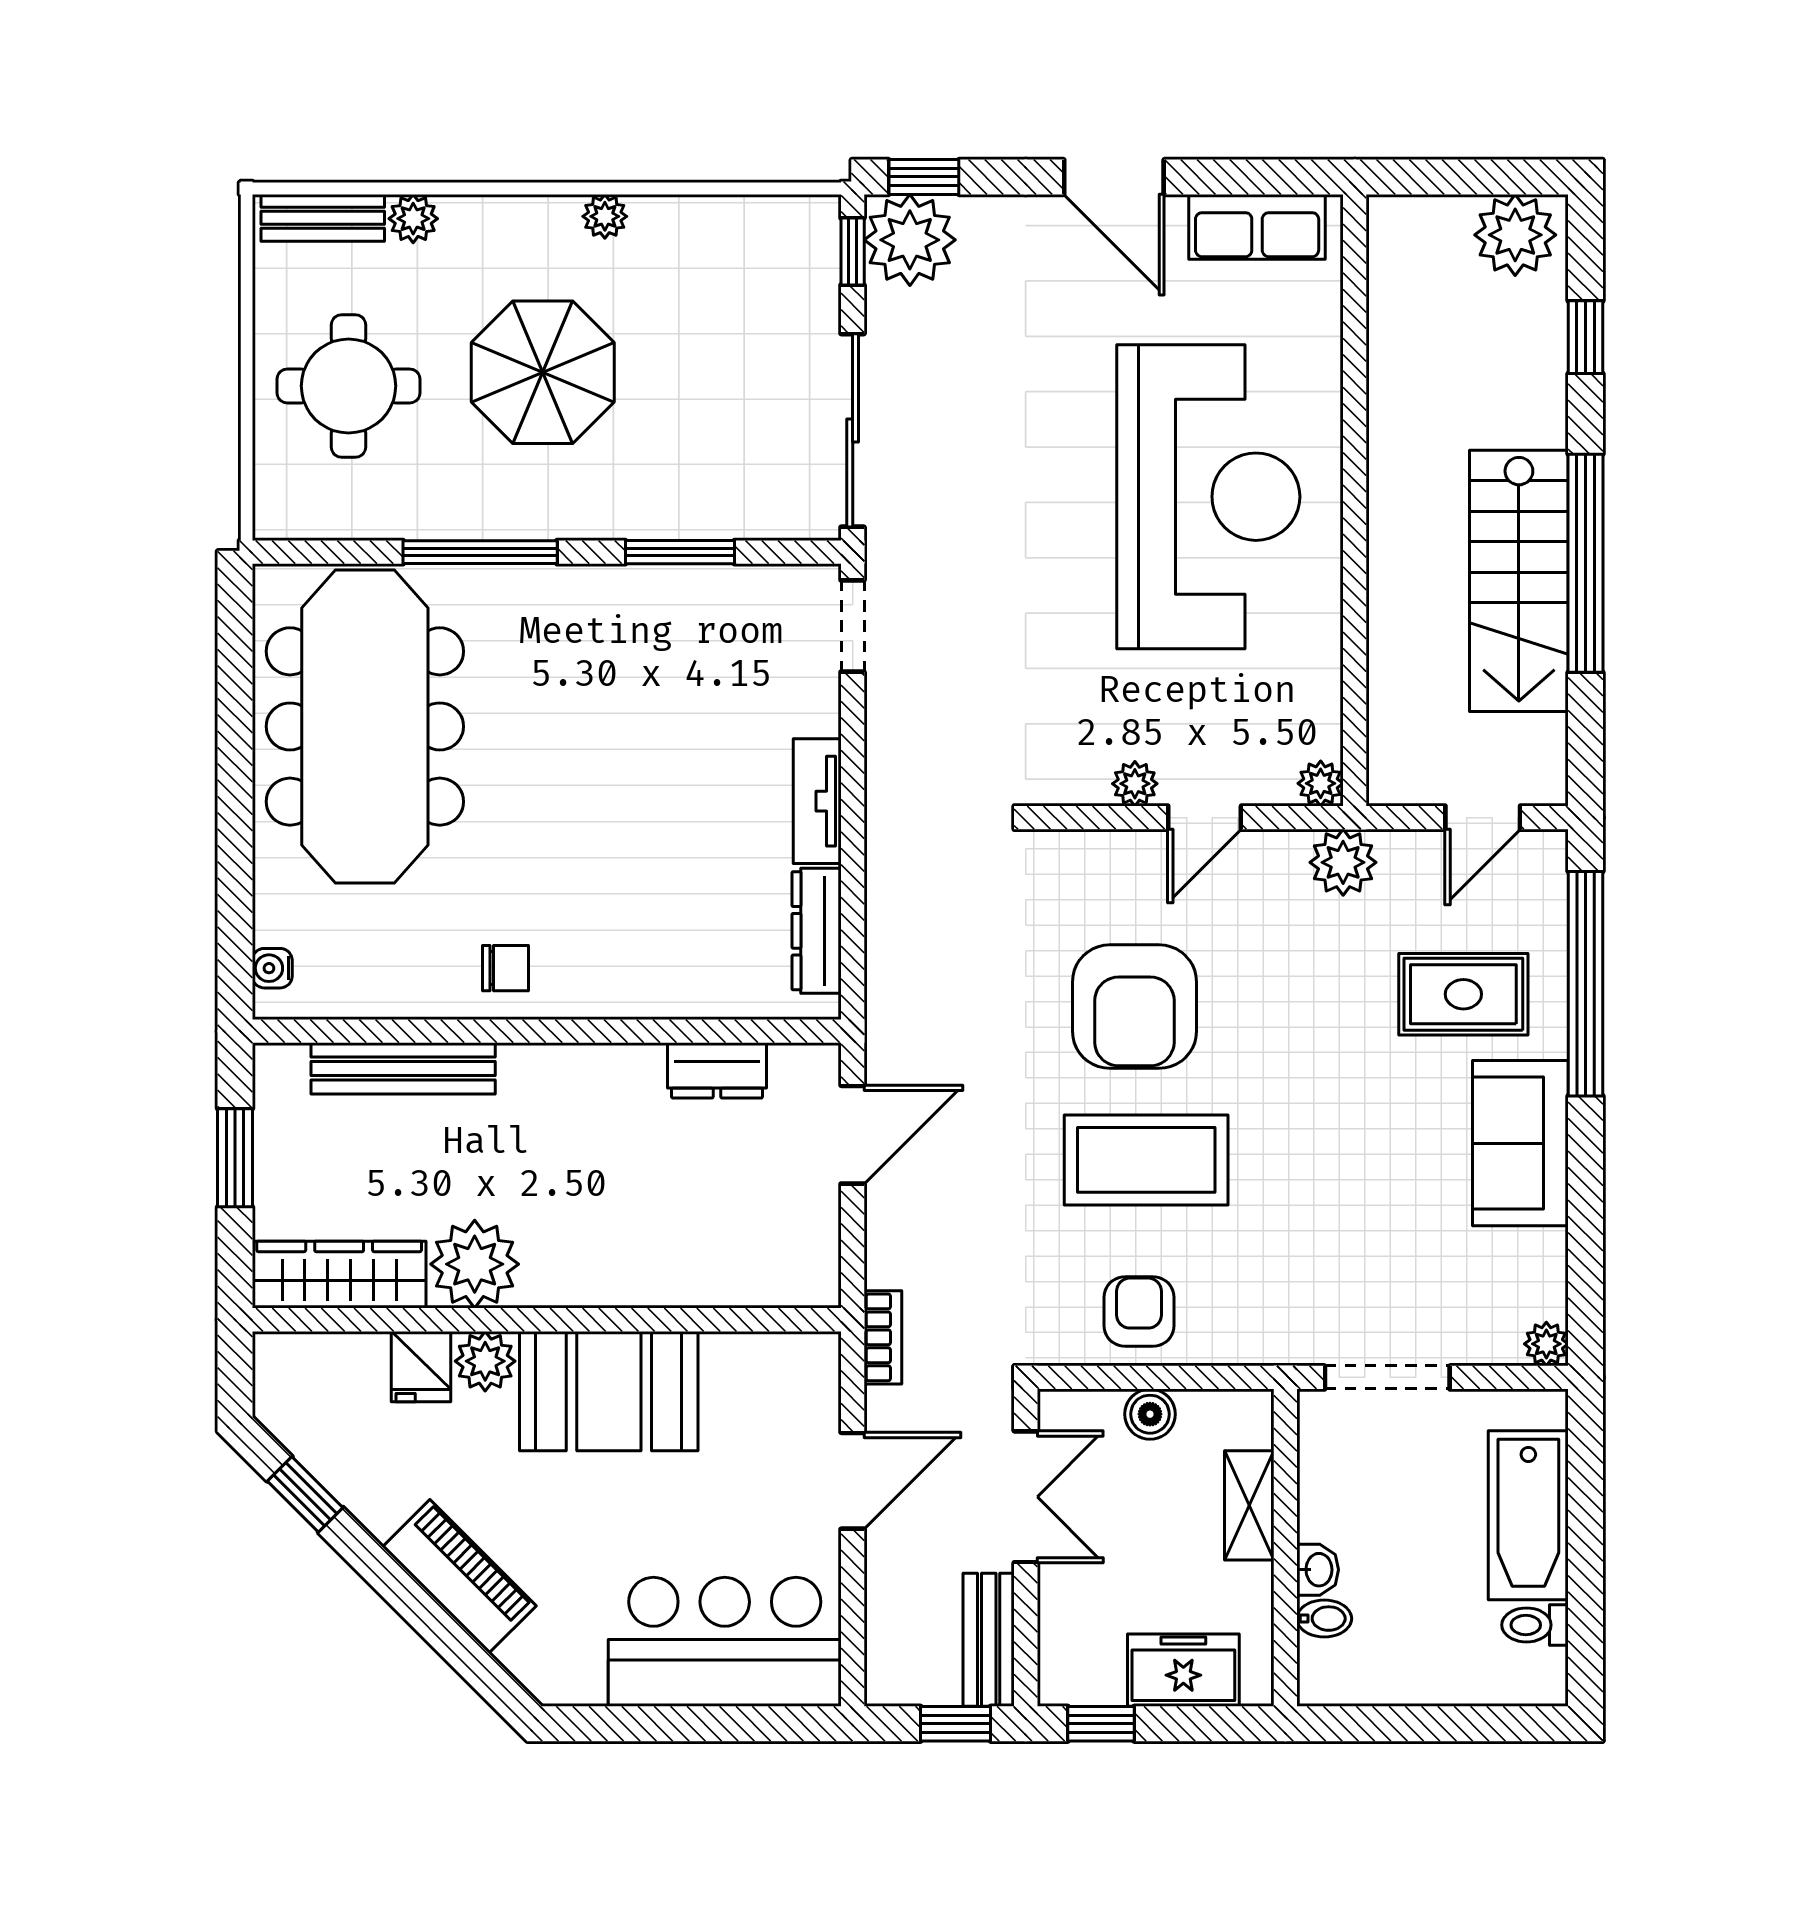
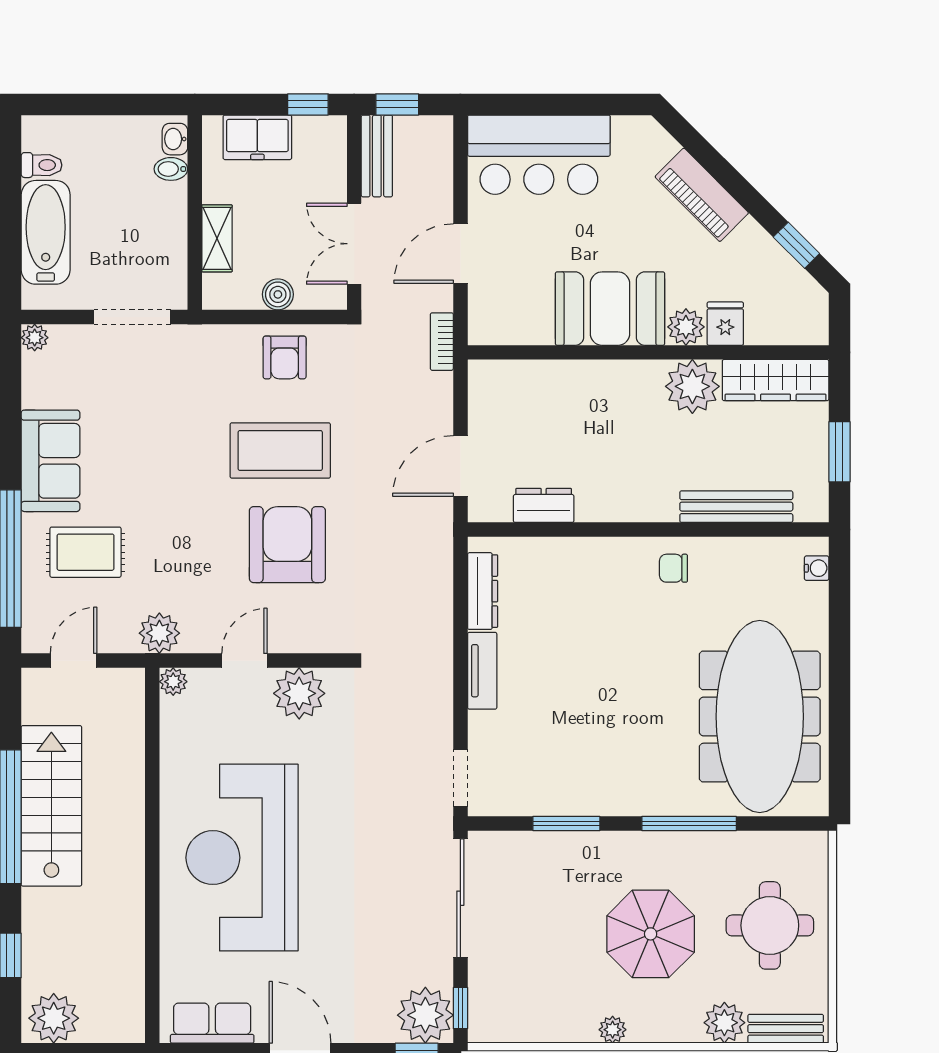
plant: (413, 219) -> (724, 1023), width x1.38, depth x1.38
plant: (1135, 784) -> (299, 693), width x1.88, depth x1.88
washbasin: (1318, 1570) -> (175, 139), moved

